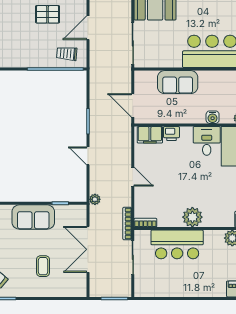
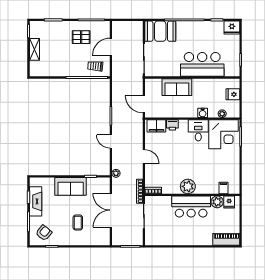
bar counter: (177, 244) -> (191, 207), moved

